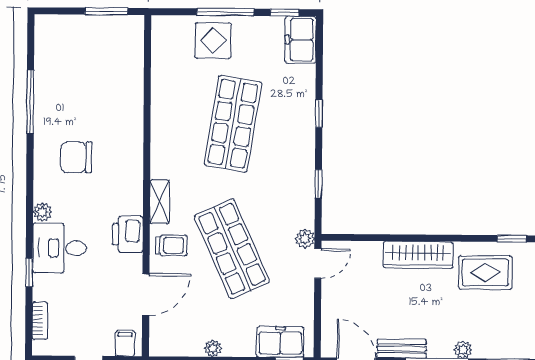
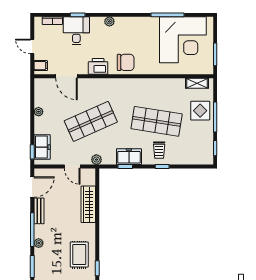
freezer: (301, 40) -> (129, 157), moved
corner desk: (78, 73) -> (183, 40), added
chair: (76, 157) -> (126, 62), moved, turned 90
shelving: (160, 202) -> (197, 83), moved
trolley: (171, 245) -> (159, 150), moved
desk: (60, 248) -> (76, 31), moved
wardrobe: (418, 255) -> (88, 204), moved
door: (318, 263) -> (72, 166), moved

